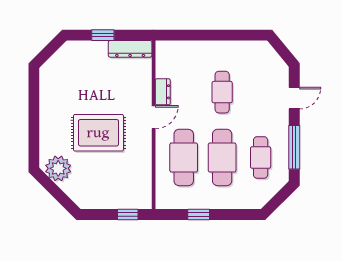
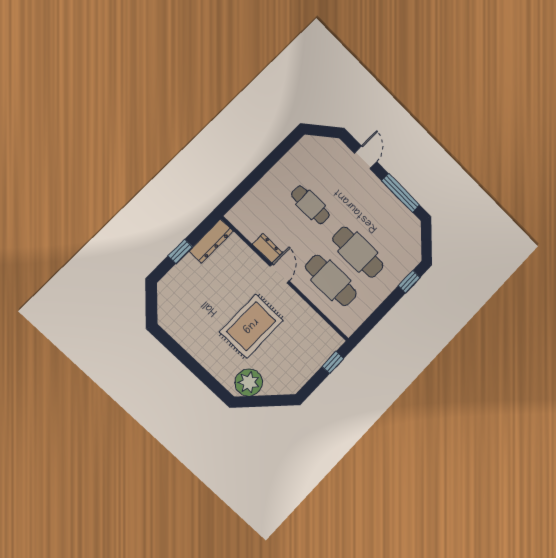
cafe table: (261, 157) -> (385, 224), removed
window: (199, 215) -> (409, 282), moved

